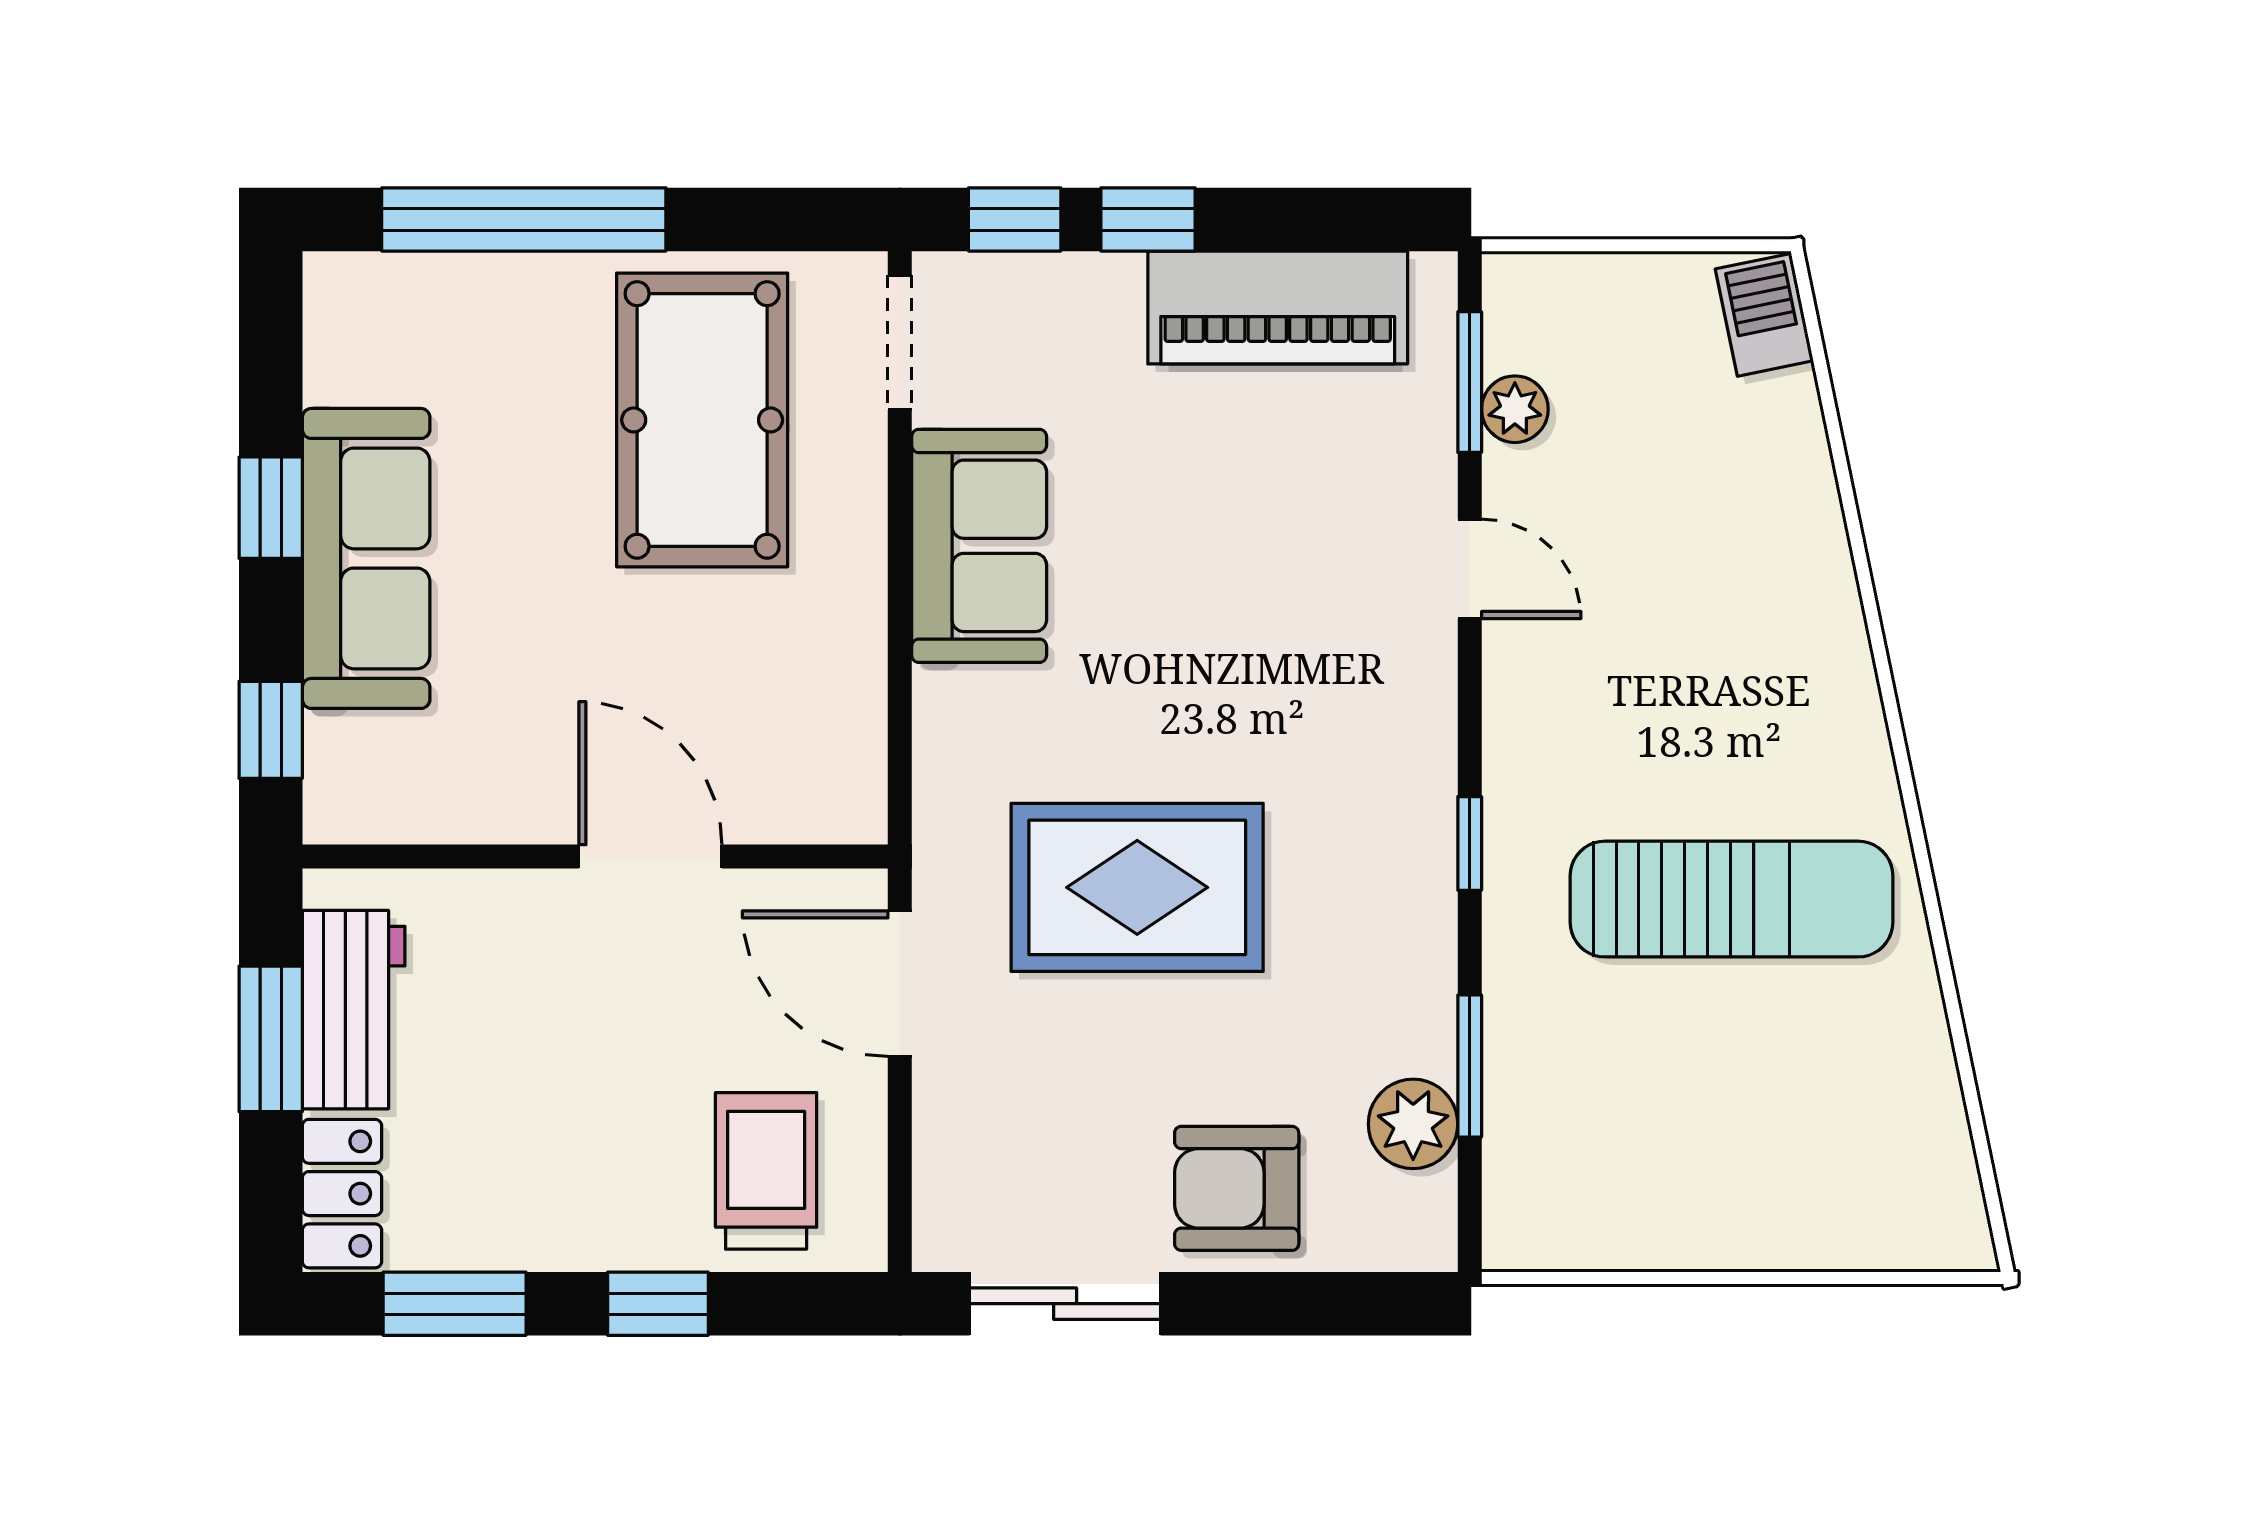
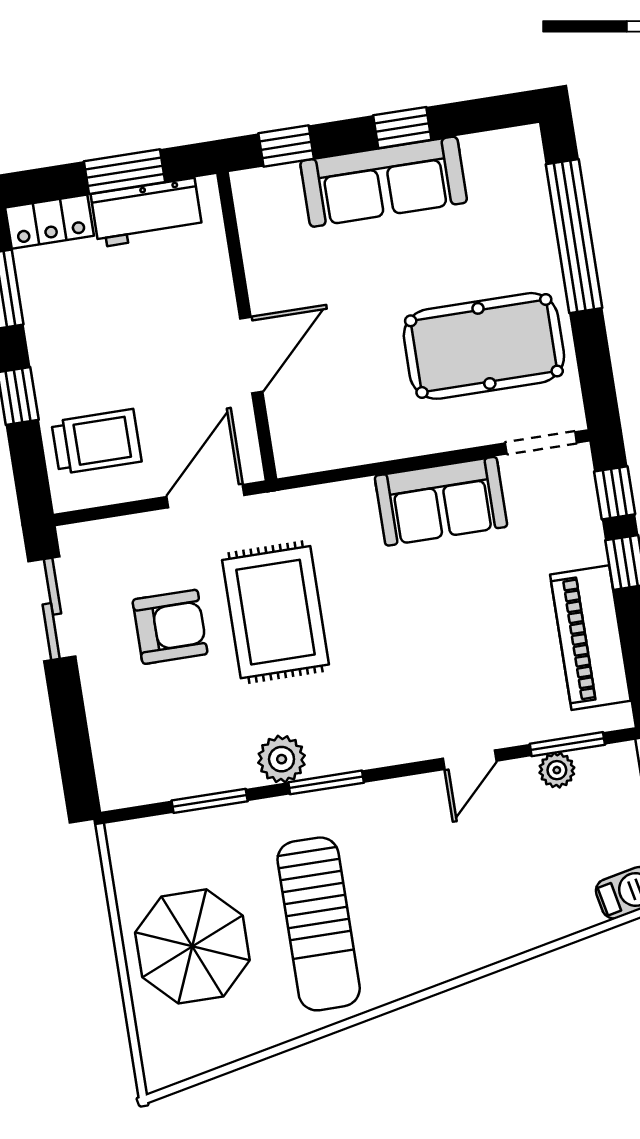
window: (1470, 843) -> (326, 782), width x1.50
plant: (1413, 1124) -> (282, 759), moved
parasol: (1736, 1141) -> (192, 946), added
armchair: (1237, 1188) -> (170, 627), moved, turned 90

